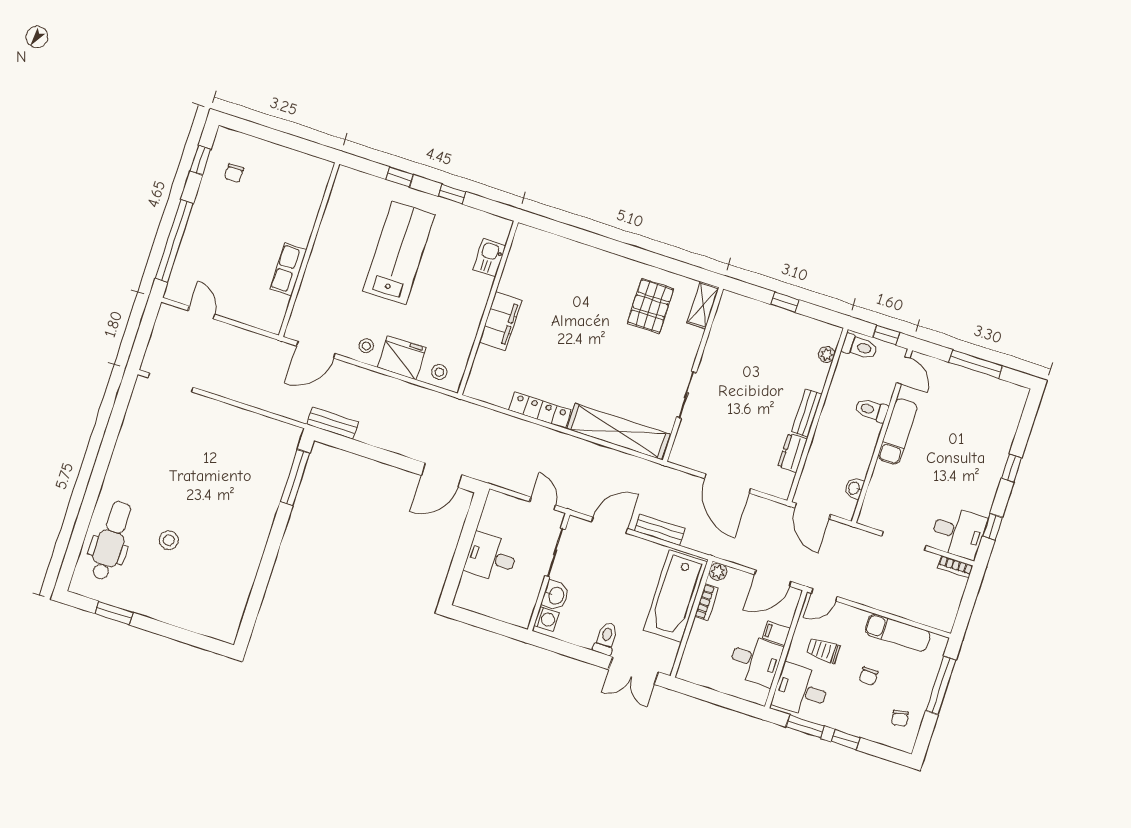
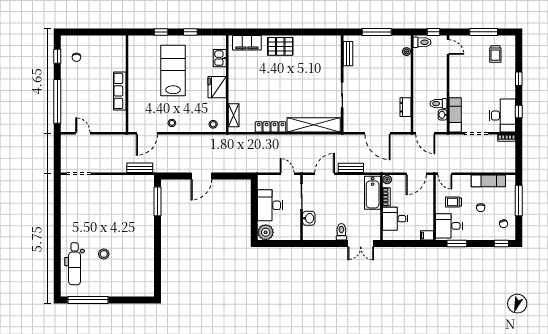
row of seats: (288, 269) -> (120, 91), width x1.48
window: (785, 302) -> (377, 32), width x2.17
shelving: (703, 305) -> (234, 115), moved
pallet: (650, 306) -> (280, 46), moved, turned 90
filing cabinet: (500, 321) -> (247, 43), moved, turned 90
fridge: (402, 358) -> (217, 87), moved, turned -90
toilet: (872, 410) -> (438, 104), moved
trolley: (984, 410) -> (495, 54), added
bench: (807, 413) -> (348, 54), moved
bench: (333, 423) -> (140, 168), moved
exam couch: (898, 431) -> (455, 115), moved
door: (442, 475) -> (201, 176), moved
desk: (958, 532) -> (502, 116), width x1.37
dental chair: (111, 541) -> (75, 264), turned 180
desk: (491, 557) -> (270, 205), width x1.37
plant: (470, 595) -> (266, 232), added
door: (824, 595) -> (445, 174), hinge flipped
bathtub: (675, 596) -> (373, 193), width x0.73, depth x0.73
window: (114, 613) -> (88, 300), width x2.11
washing machine: (546, 619) -> (308, 232), removed
filing cabinet: (776, 633) -> (427, 235), moved
desk: (755, 660) -> (395, 219), moved, turned 180
window: (846, 740) -> (501, 244), moved

